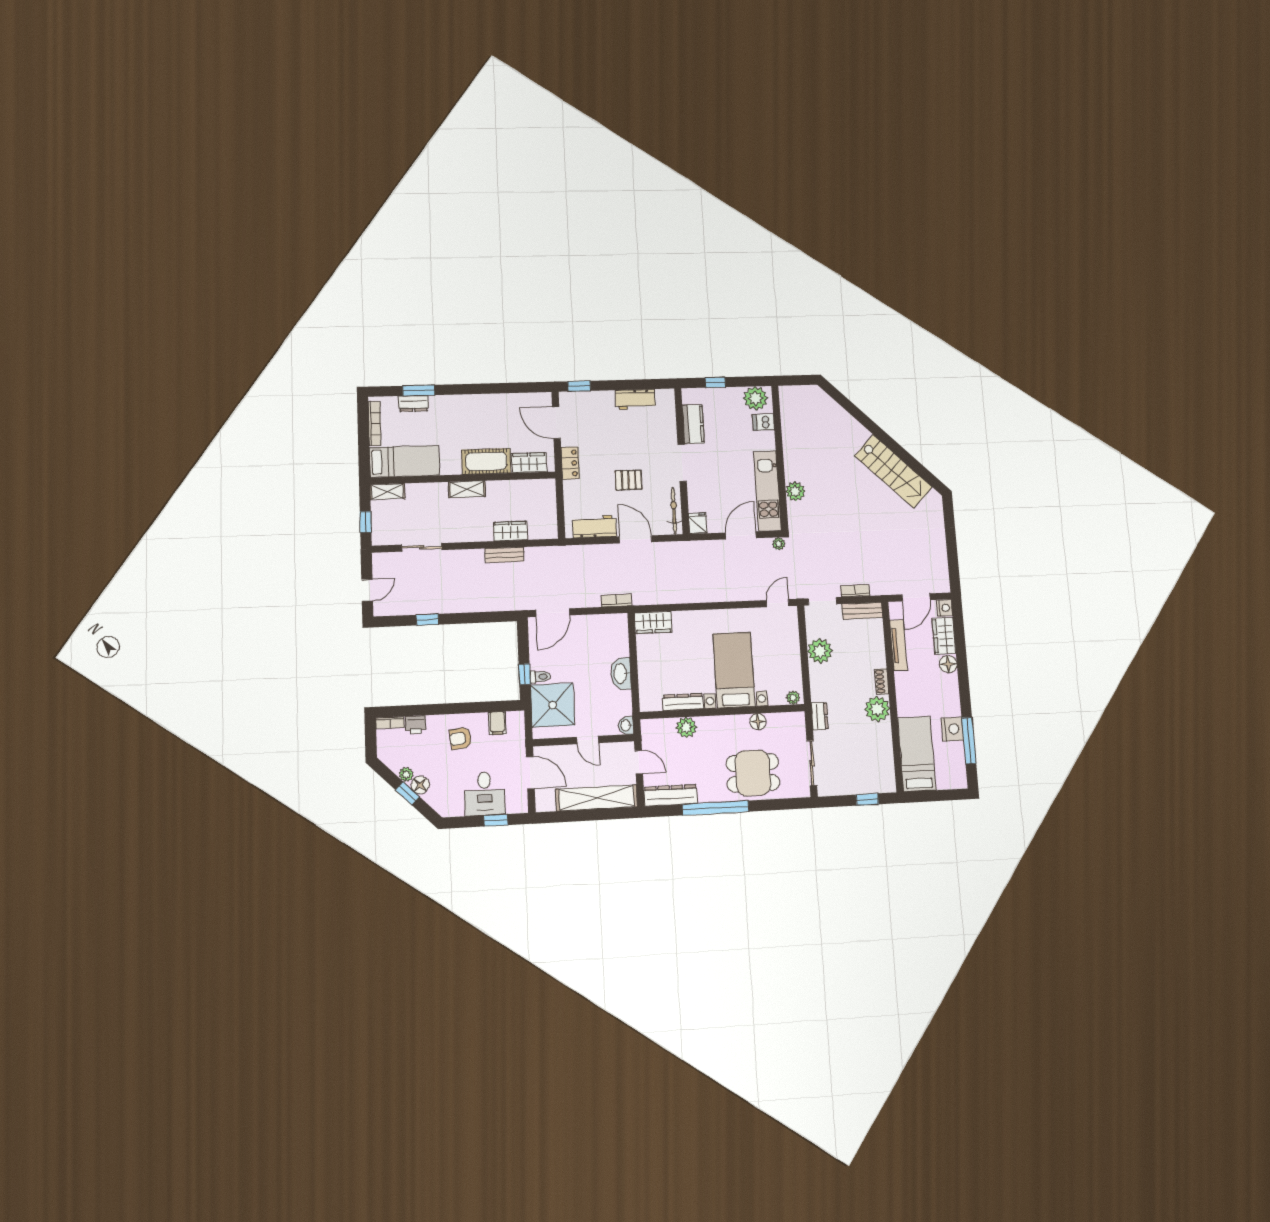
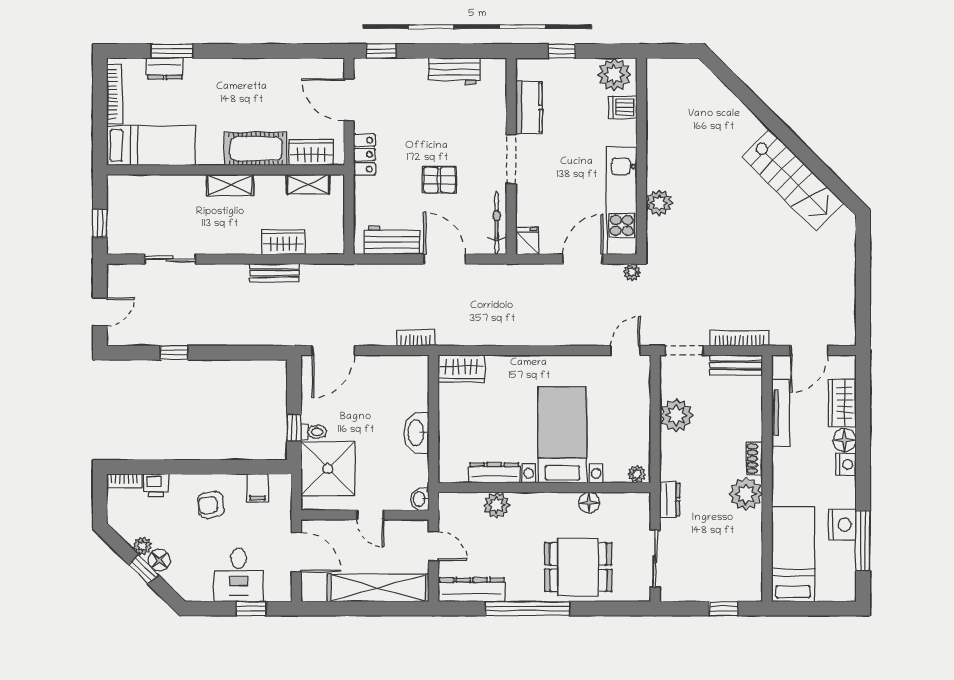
shelving: (387, 491) -> (308, 184), moved
bookcase: (855, 591) -> (739, 338), width x1.56
nightstand: (944, 608) -> (846, 464), moved

